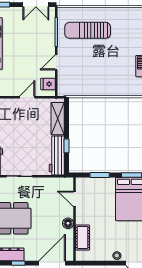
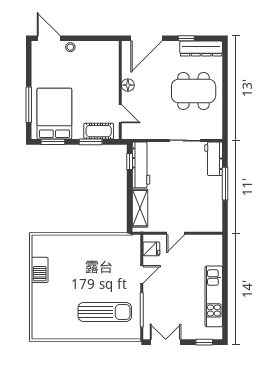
window: (66, 146) -> (130, 162), moved
cot: (82, 237) -> (99, 131), moved, turned 90

